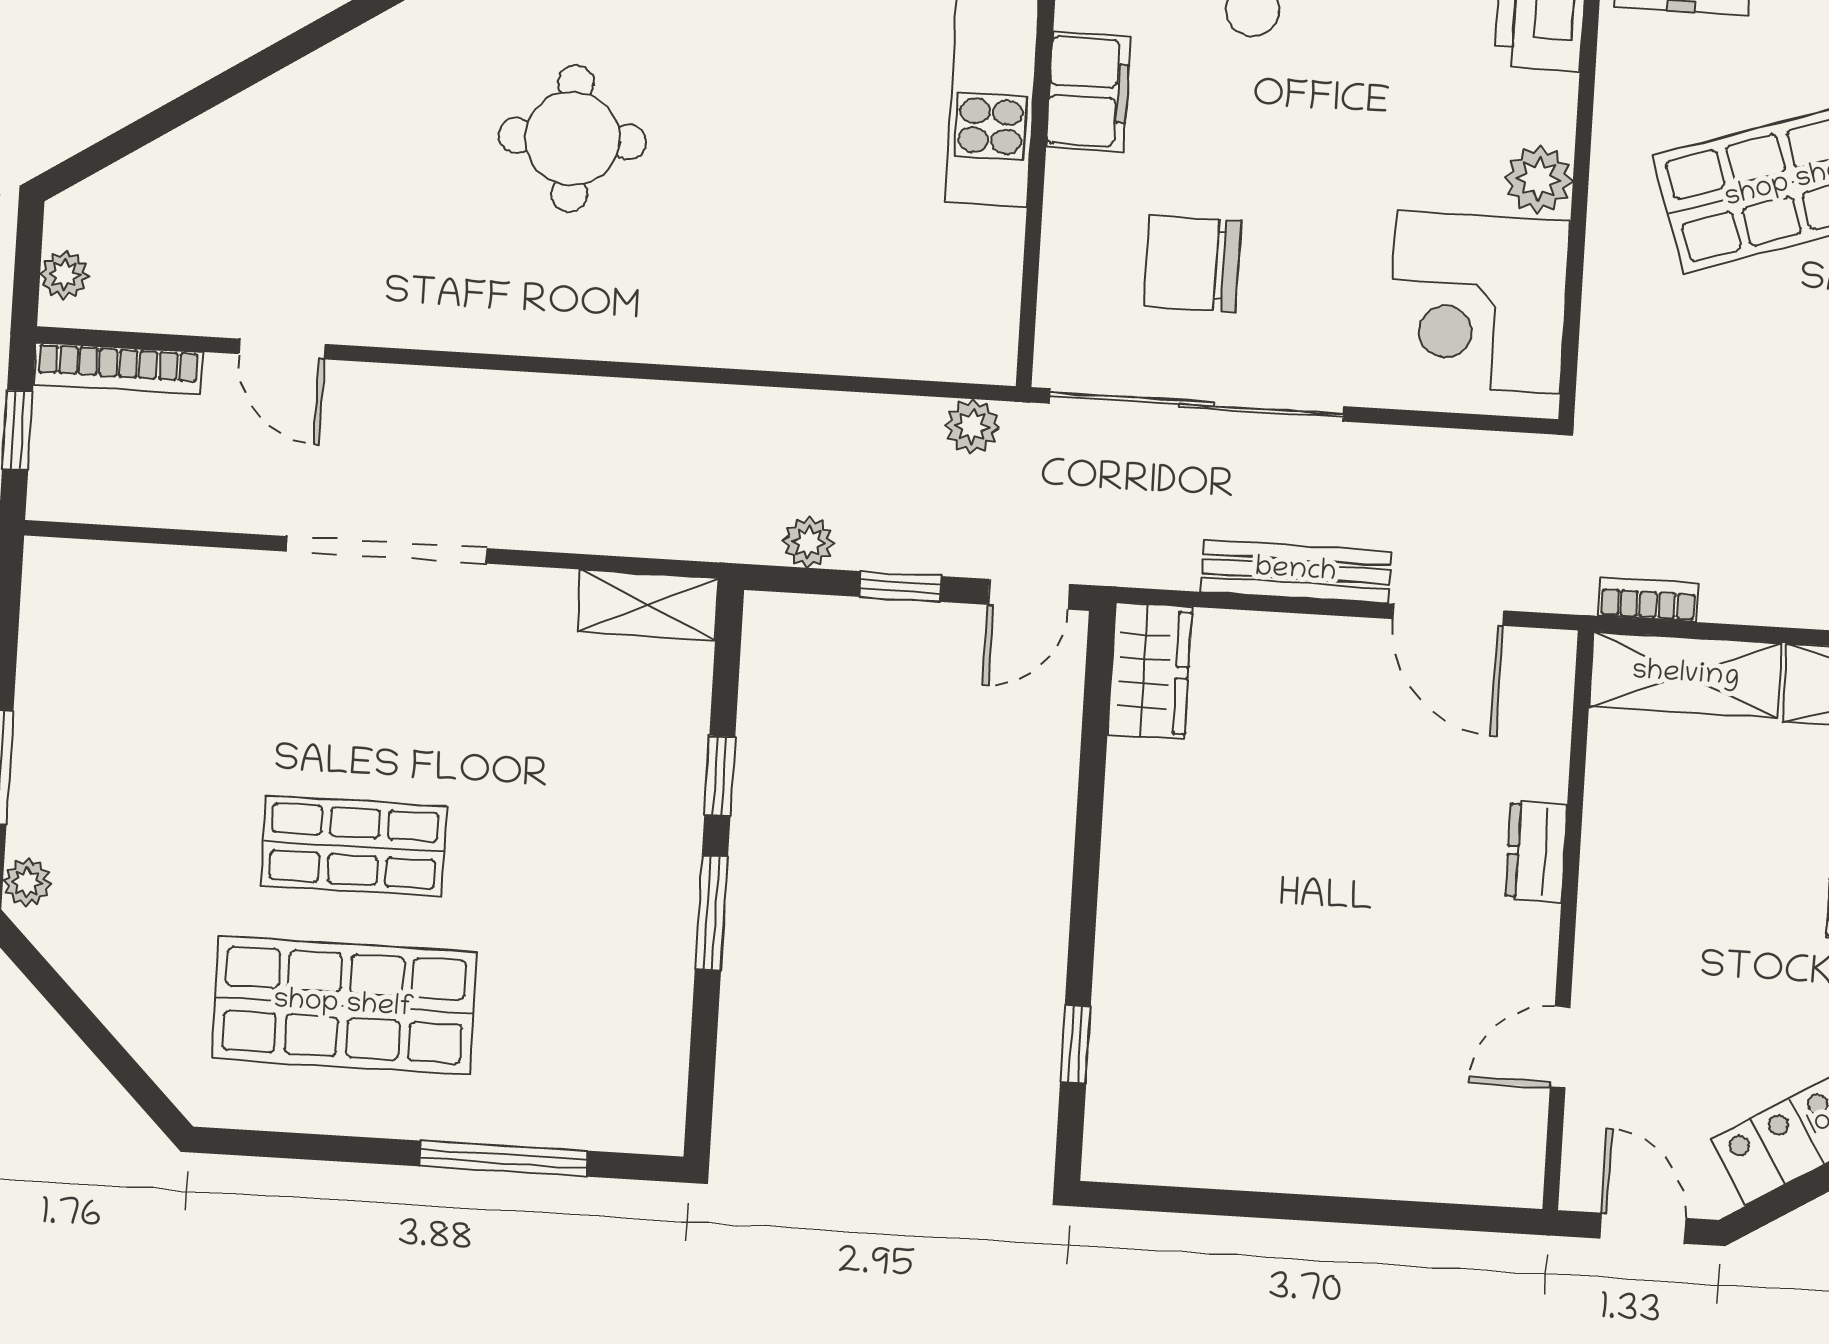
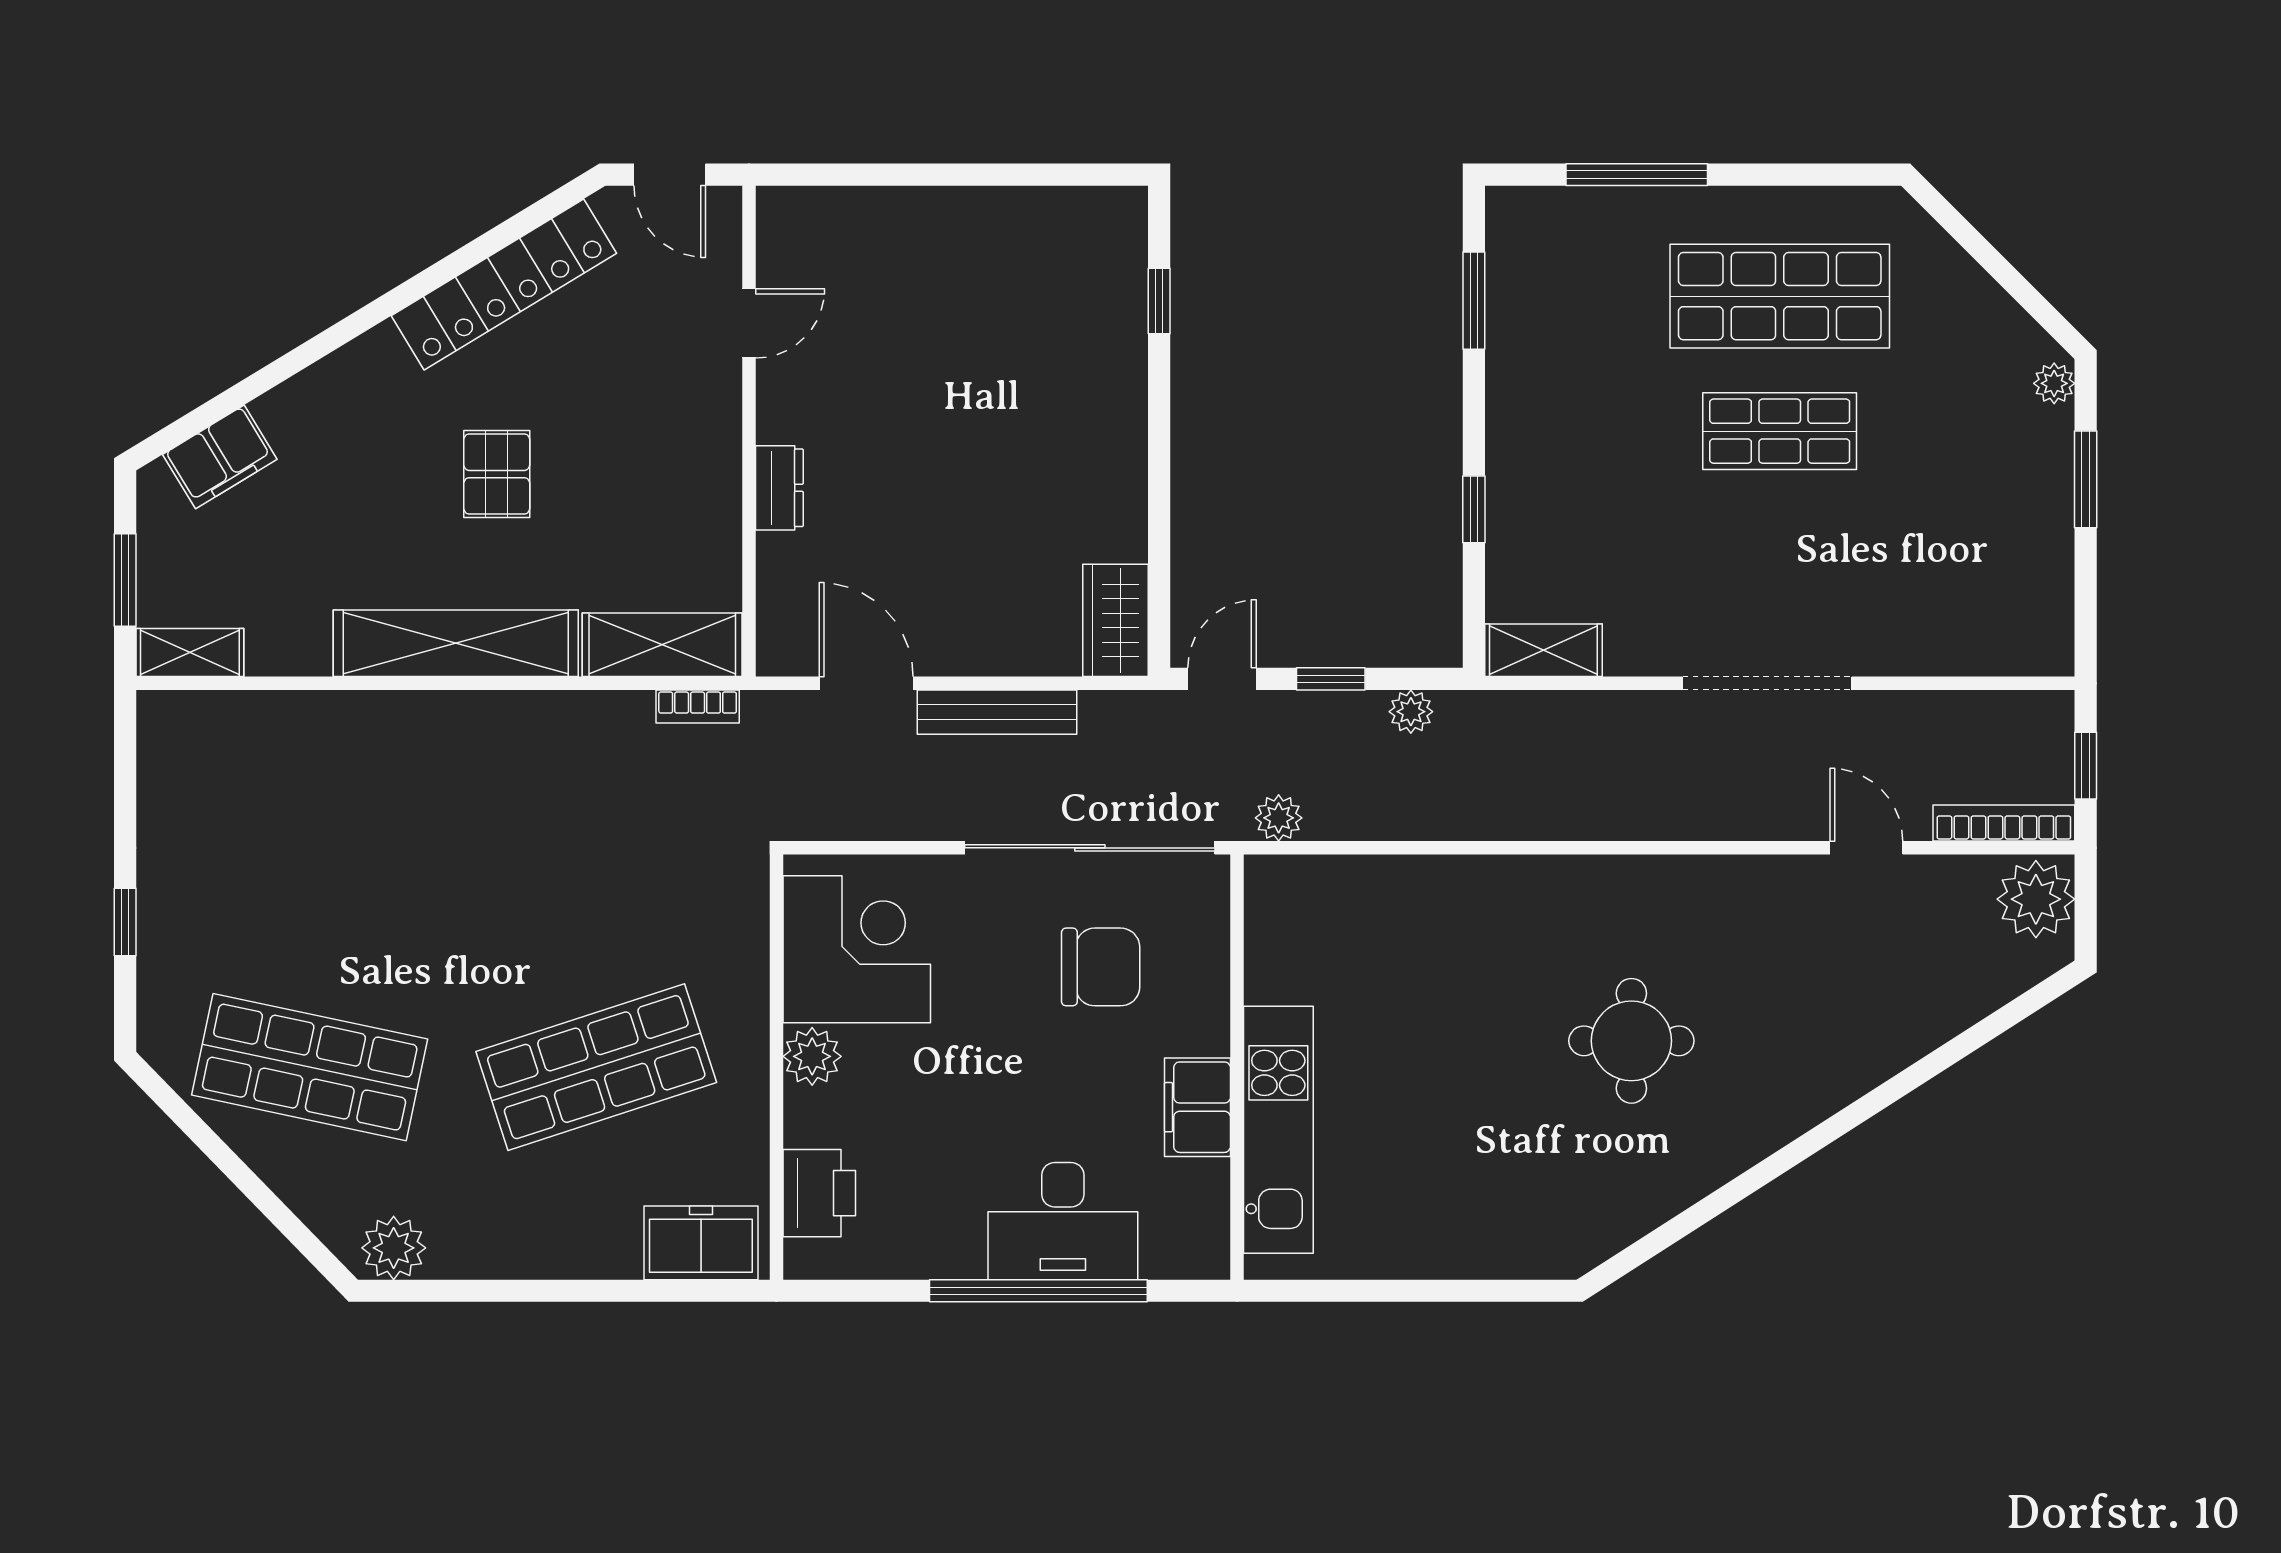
plant: (64, 275) -> (2036, 899), width x1.88, depth x1.88
window: (711, 913) -> (1474, 301), moved

